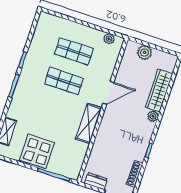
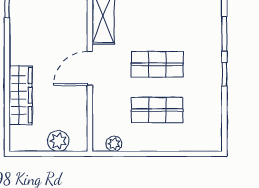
plant: (153, 116) -> (17, 56), removed

